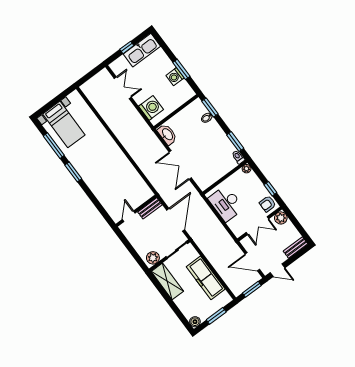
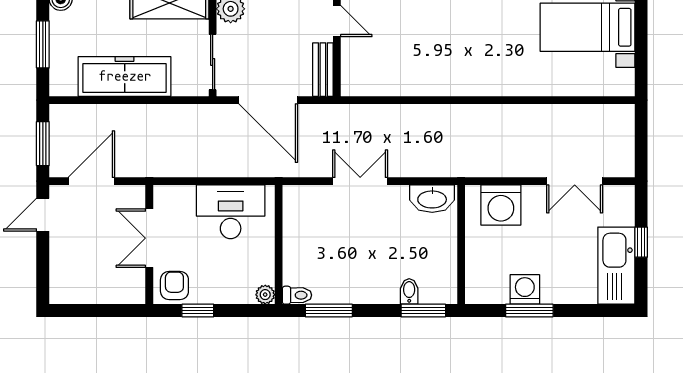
double door: (180, 165) -> (360, 181), width x0.73
plant: (281, 218) -> (132, 290), removed
bench: (295, 247) -> (59, 277), removed

